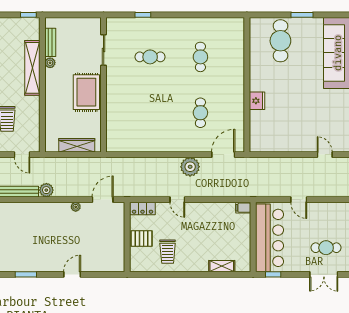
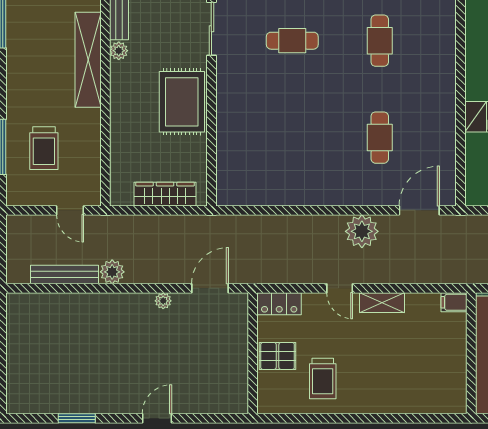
shelving: (222, 266) -> (382, 303), moved

